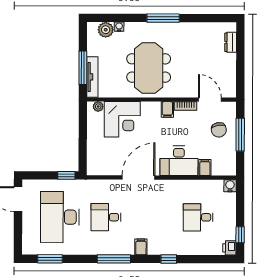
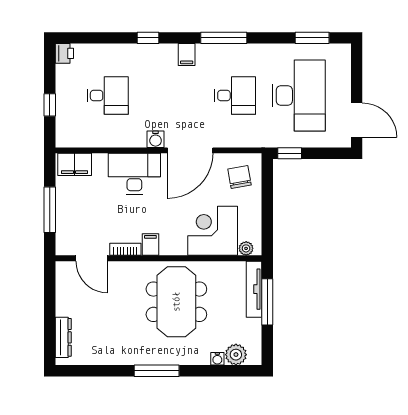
dresser: (231, 42) -> (63, 337), width x1.44
chair: (219, 130) -> (239, 177), moved
filing cabinet: (205, 168) -> (75, 164), moved, width x2.00
water cooler: (230, 186) -> (156, 139), moved
window: (240, 235) -> (50, 105), moved

